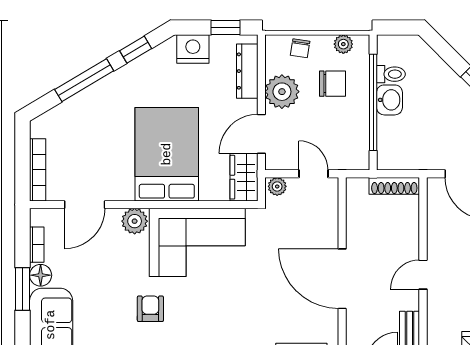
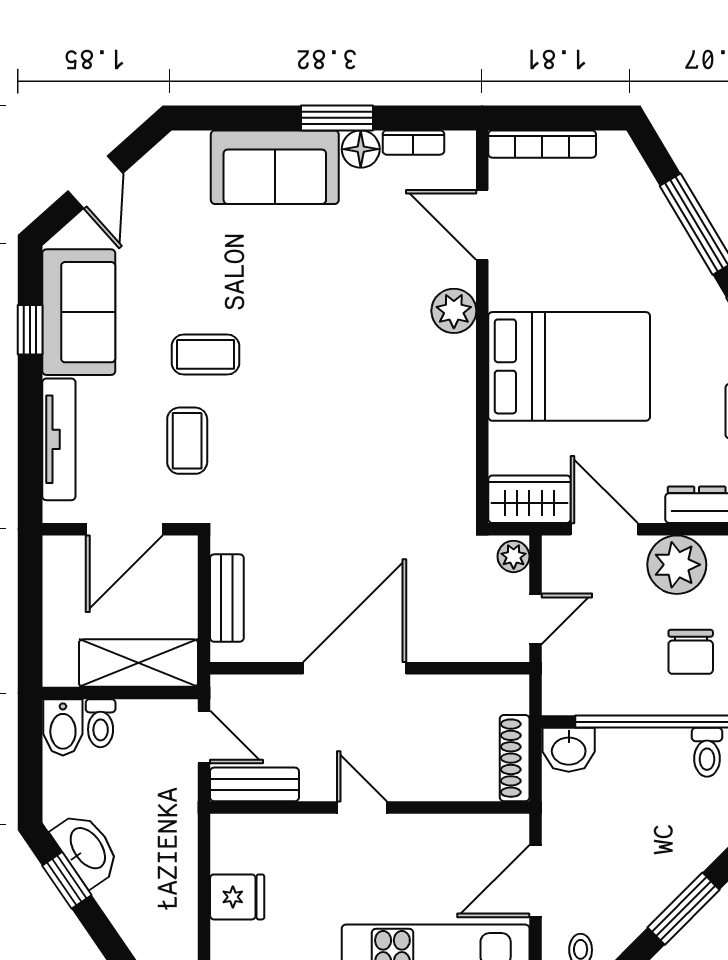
washbasin: (389, 100) -> (569, 750), moved
corner sofa: (197, 242) -> (417, 419), removed
armchair: (150, 309) -> (303, 338), removed

